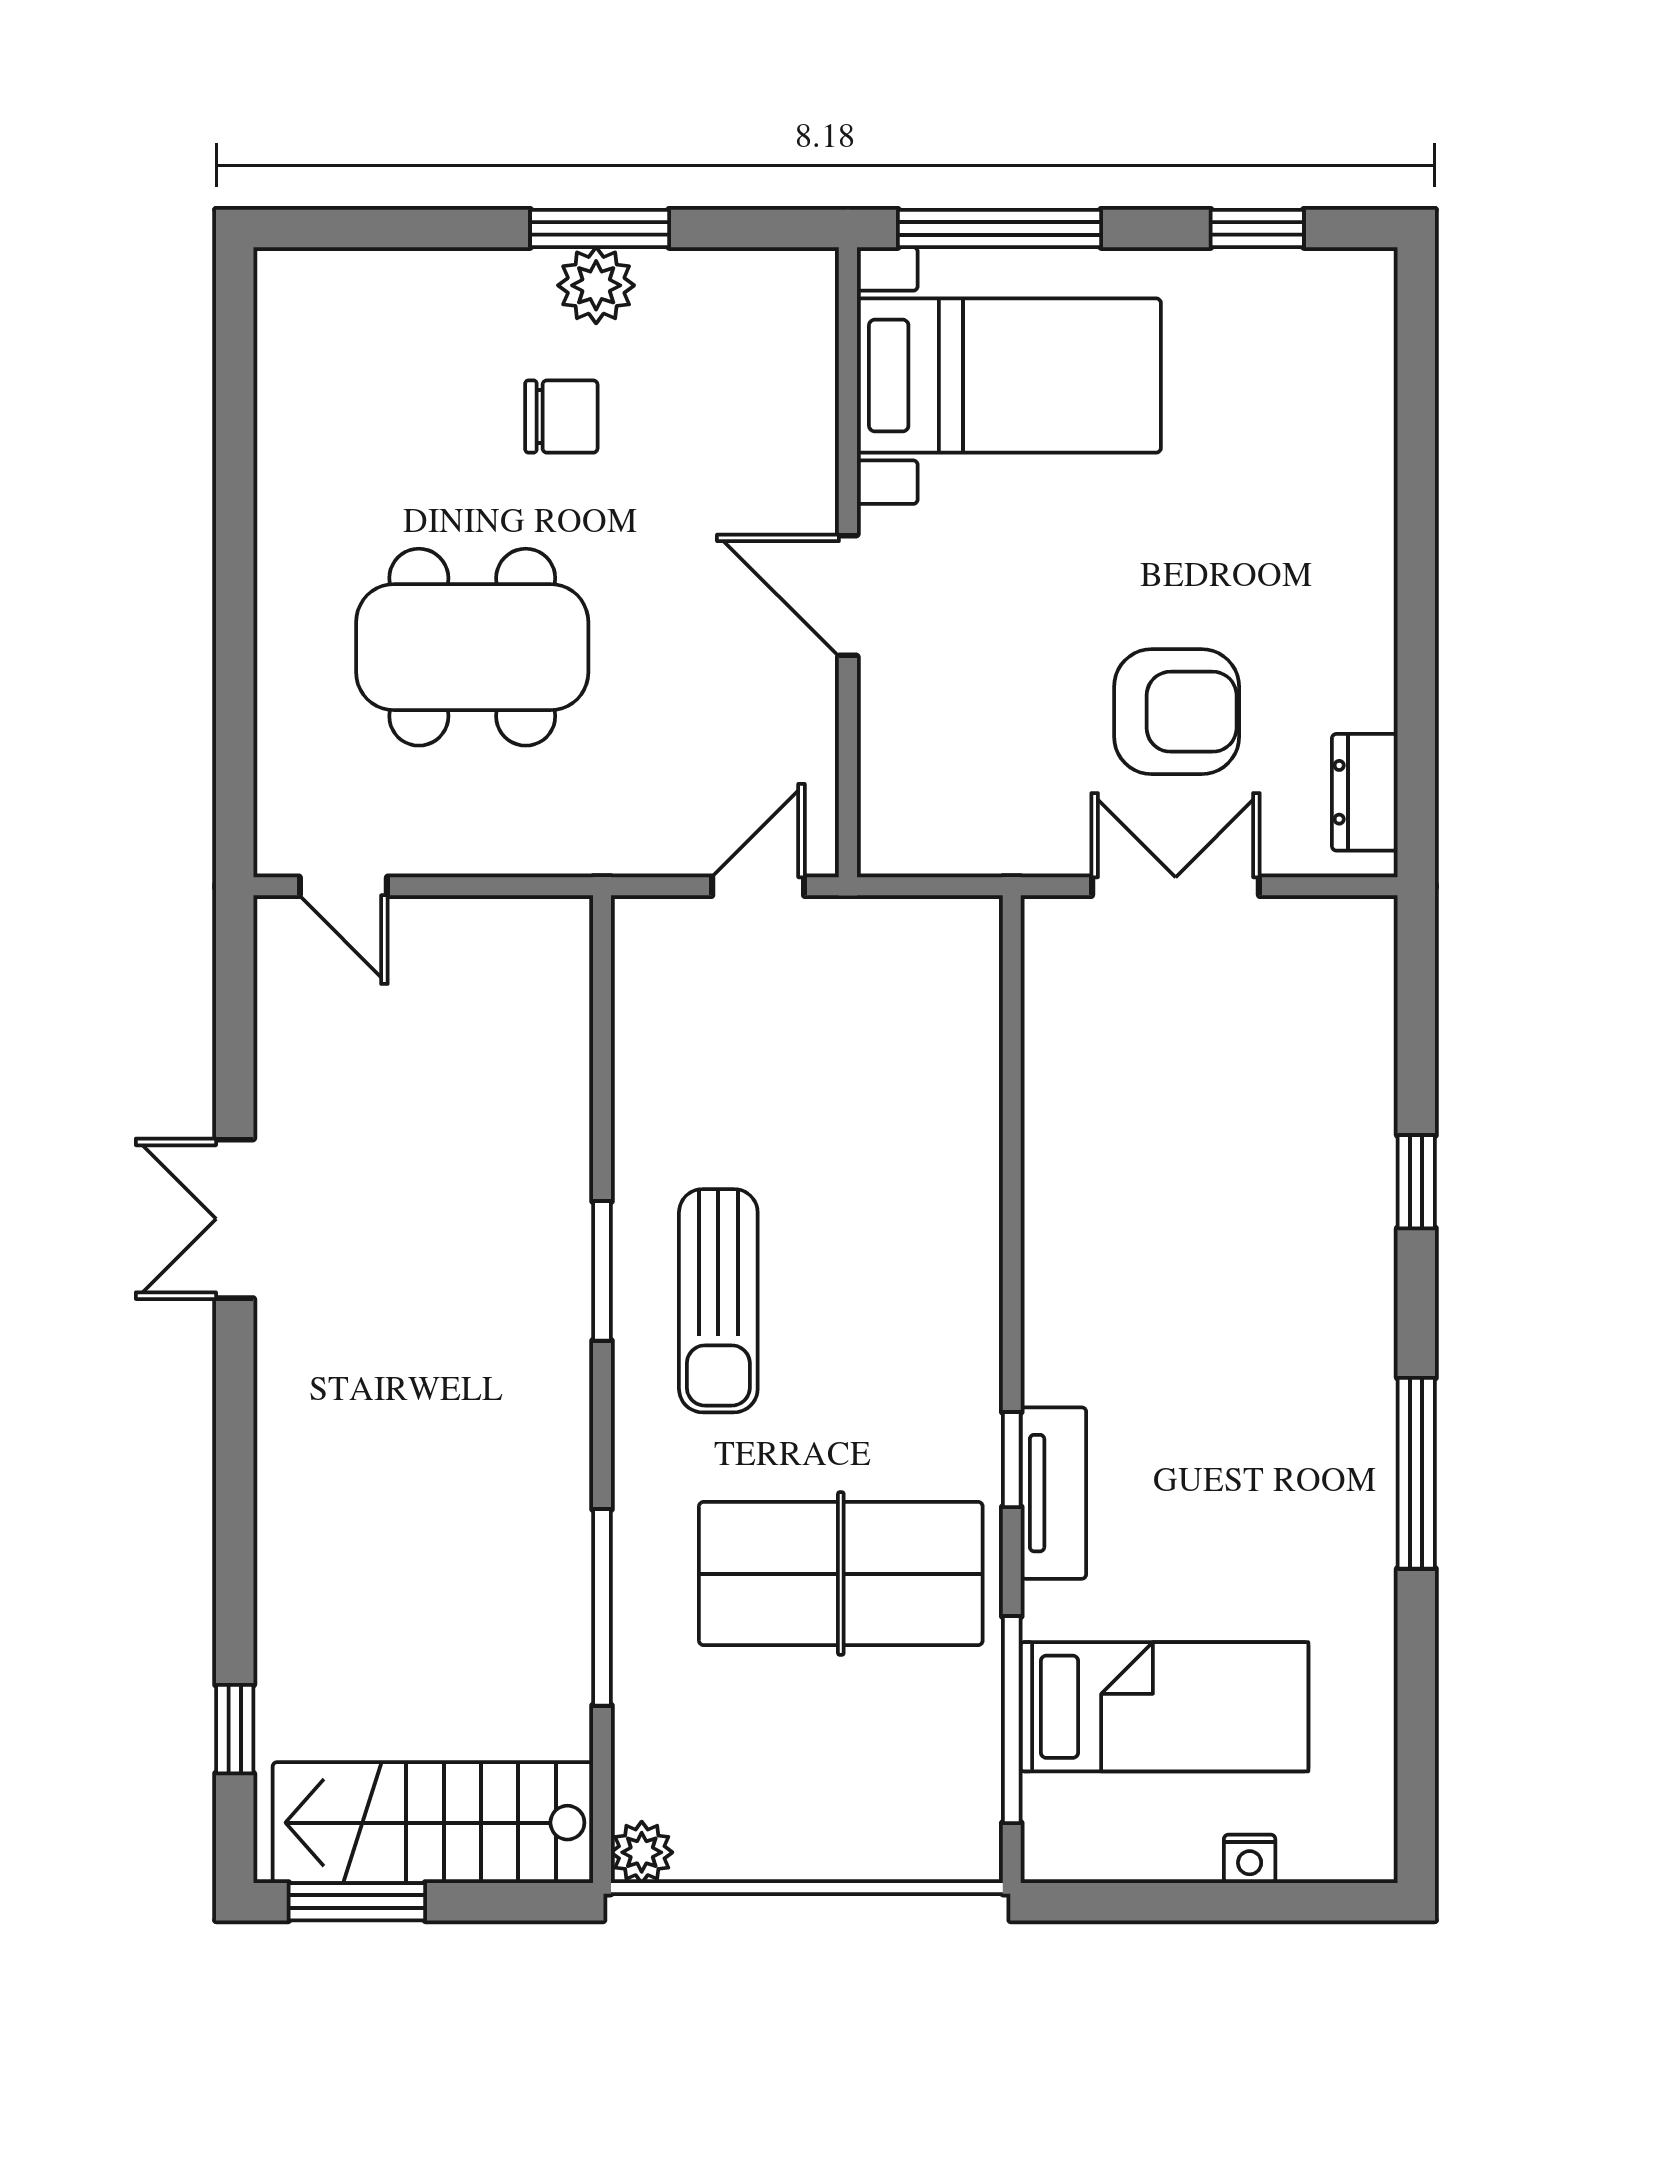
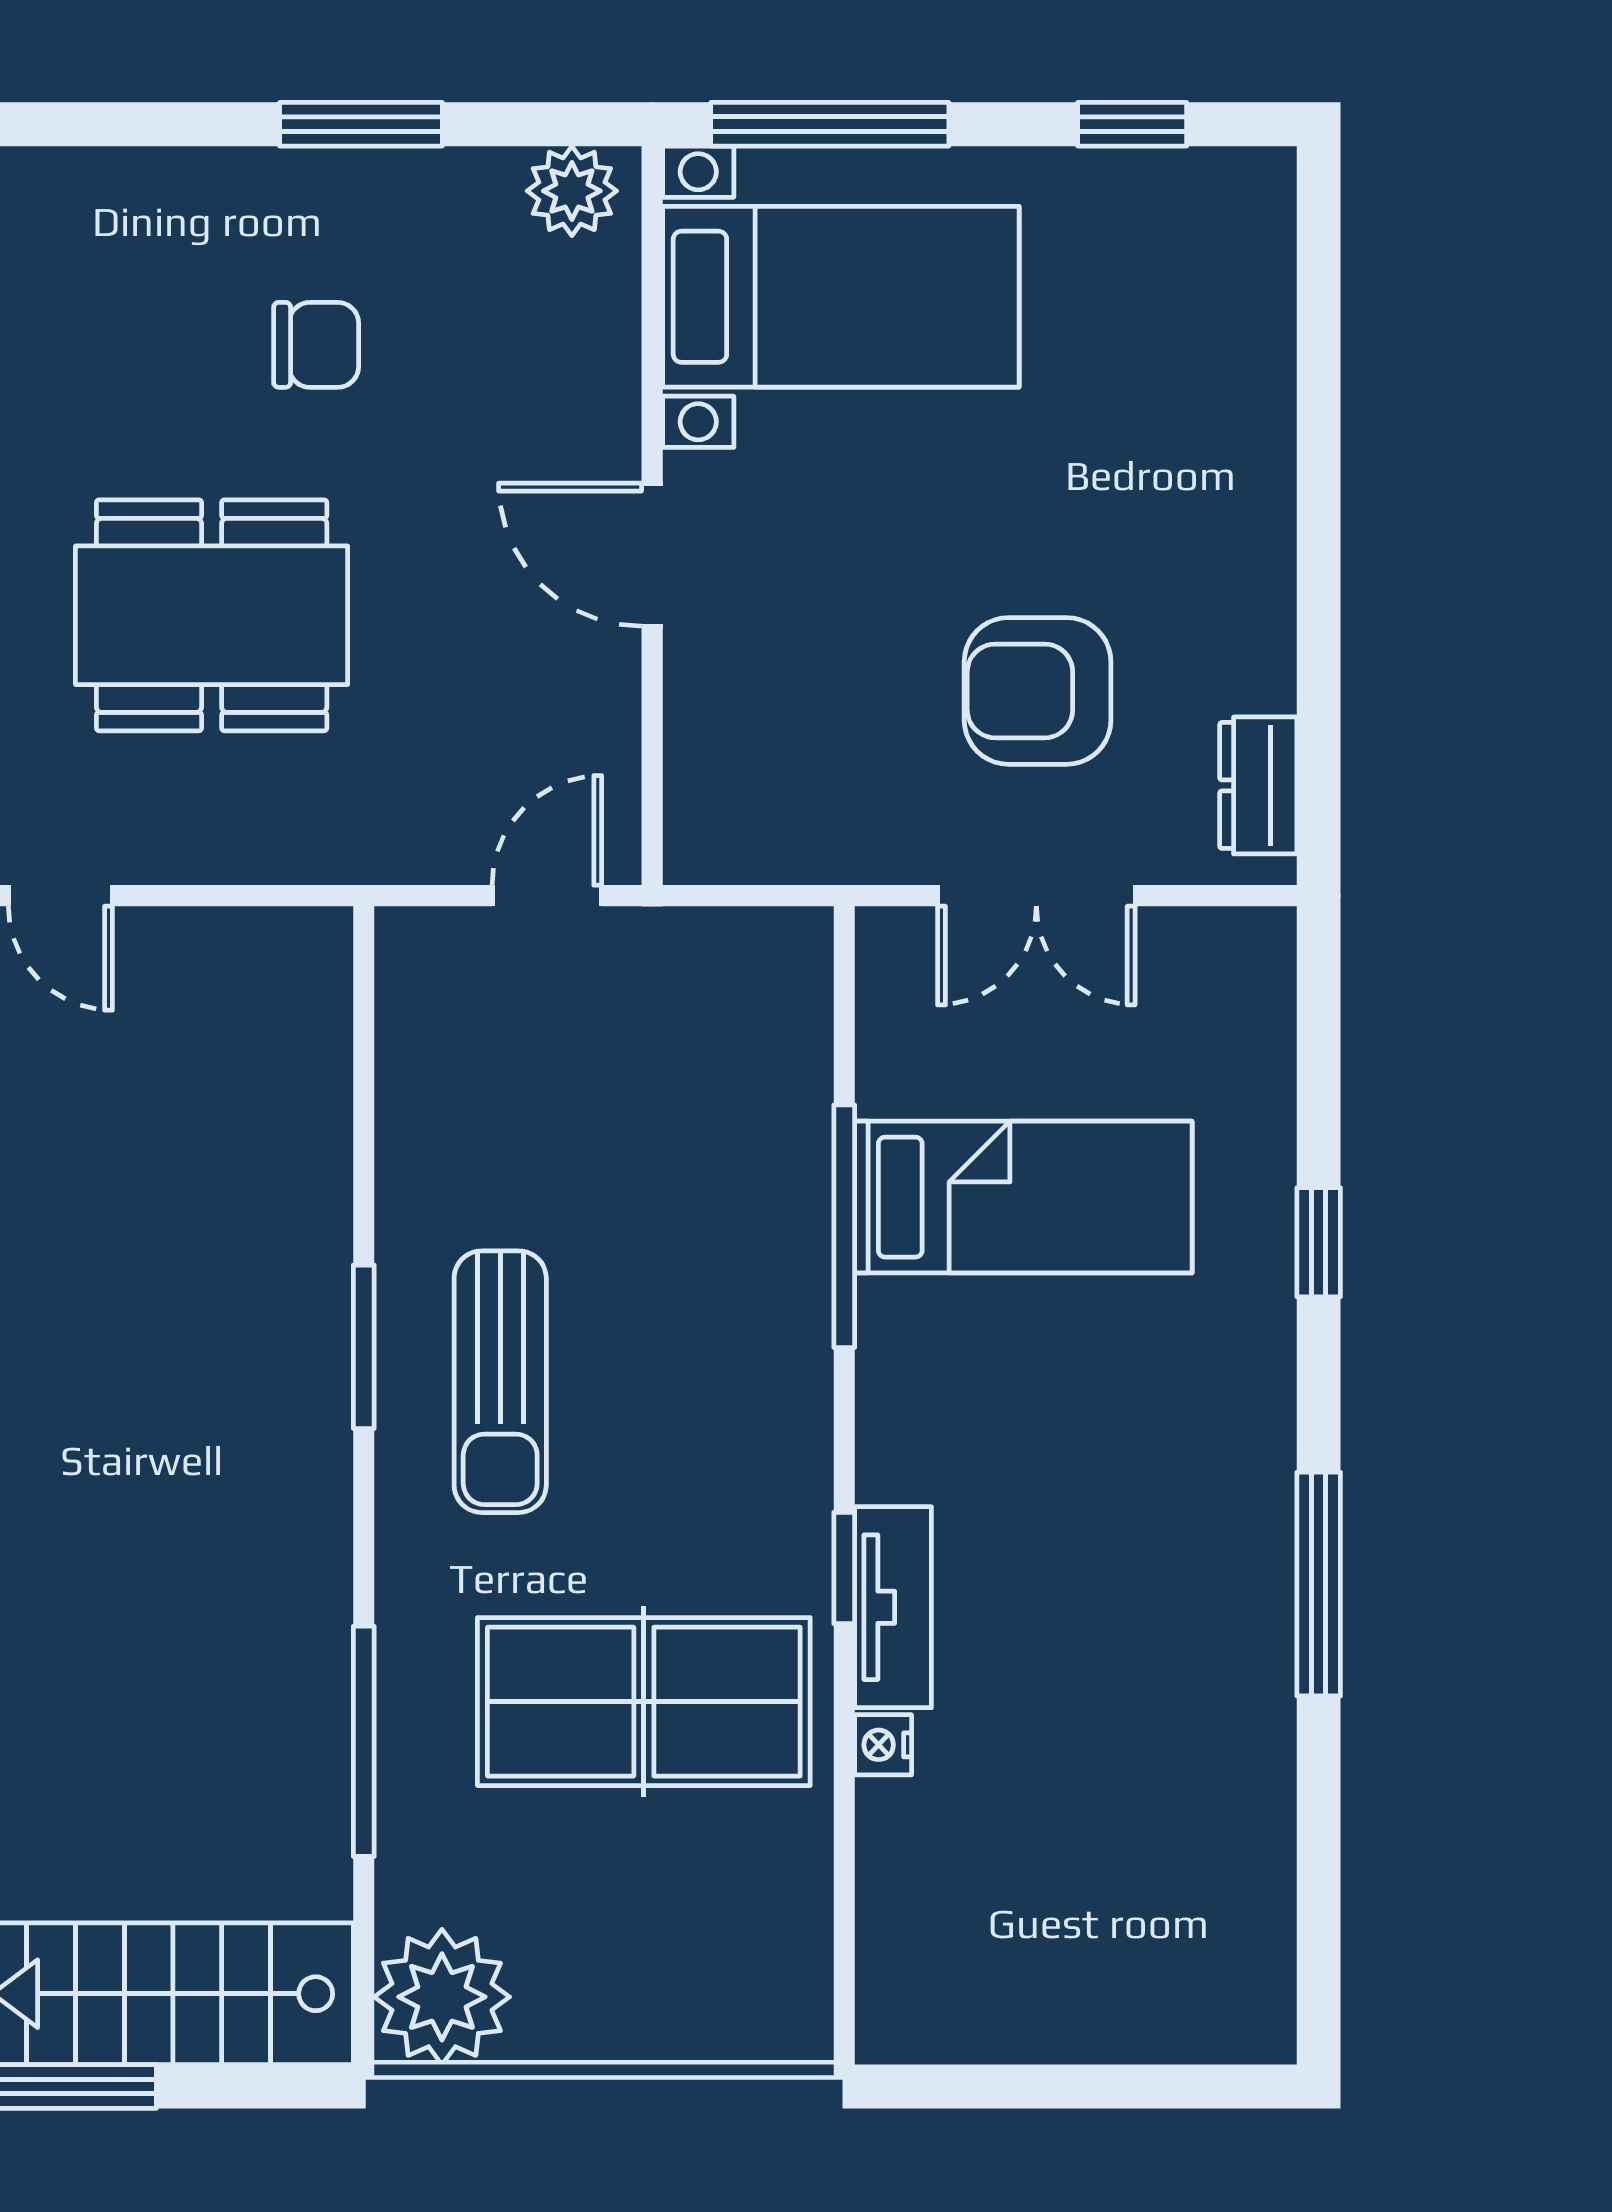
plant: (596, 285) -> (572, 191), moved
armchair: (1177, 712) -> (1038, 691), turned 180
double door: (1176, 886) -> (1036, 896), swing flipped
bed: (1165, 1707) -> (1023, 1197), moved
window: (1012, 1720) -> (844, 1226), moved
plant: (642, 1852) -> (442, 1997), width x1.87, depth x1.87
nightstand: (1250, 1859) -> (883, 1745), moved, turned 90

